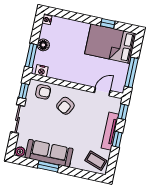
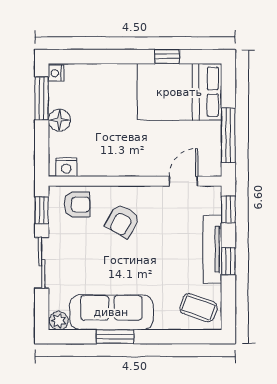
window: (31, 55) -> (42, 98), moved

